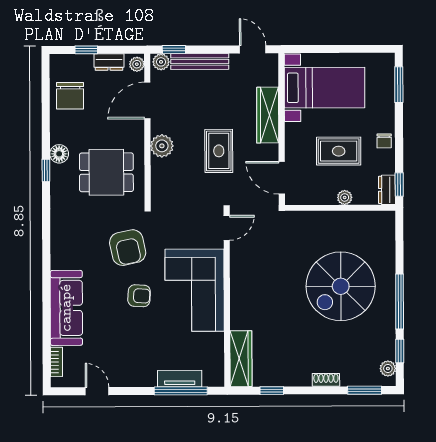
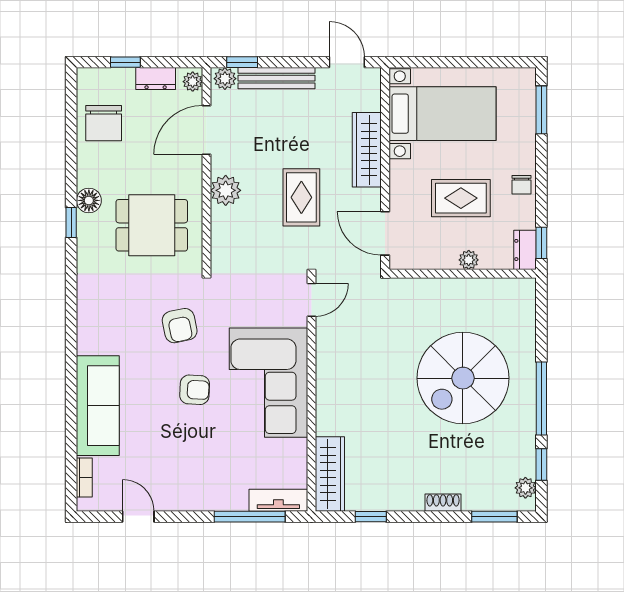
armchair: (128, 248) -> (180, 326), width x0.72, depth x0.72
tv unit: (180, 379) -> (278, 500), moved

